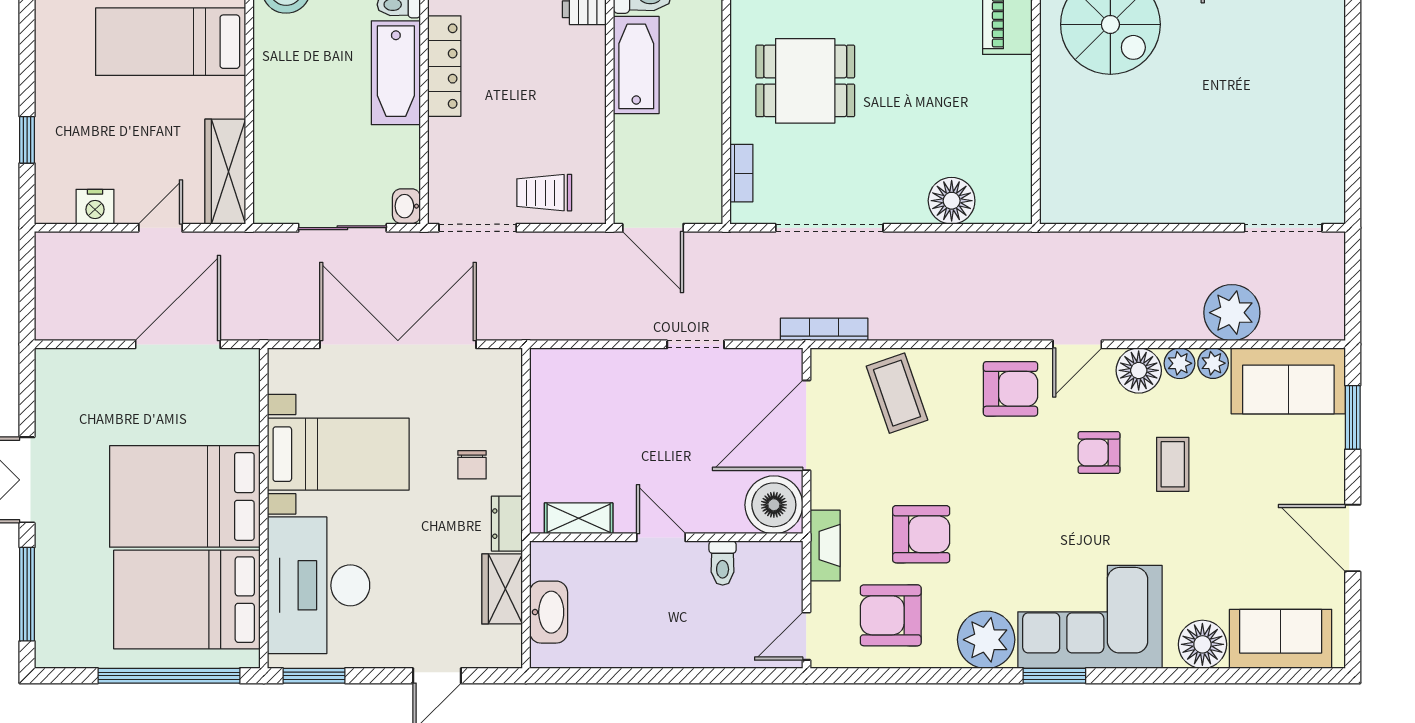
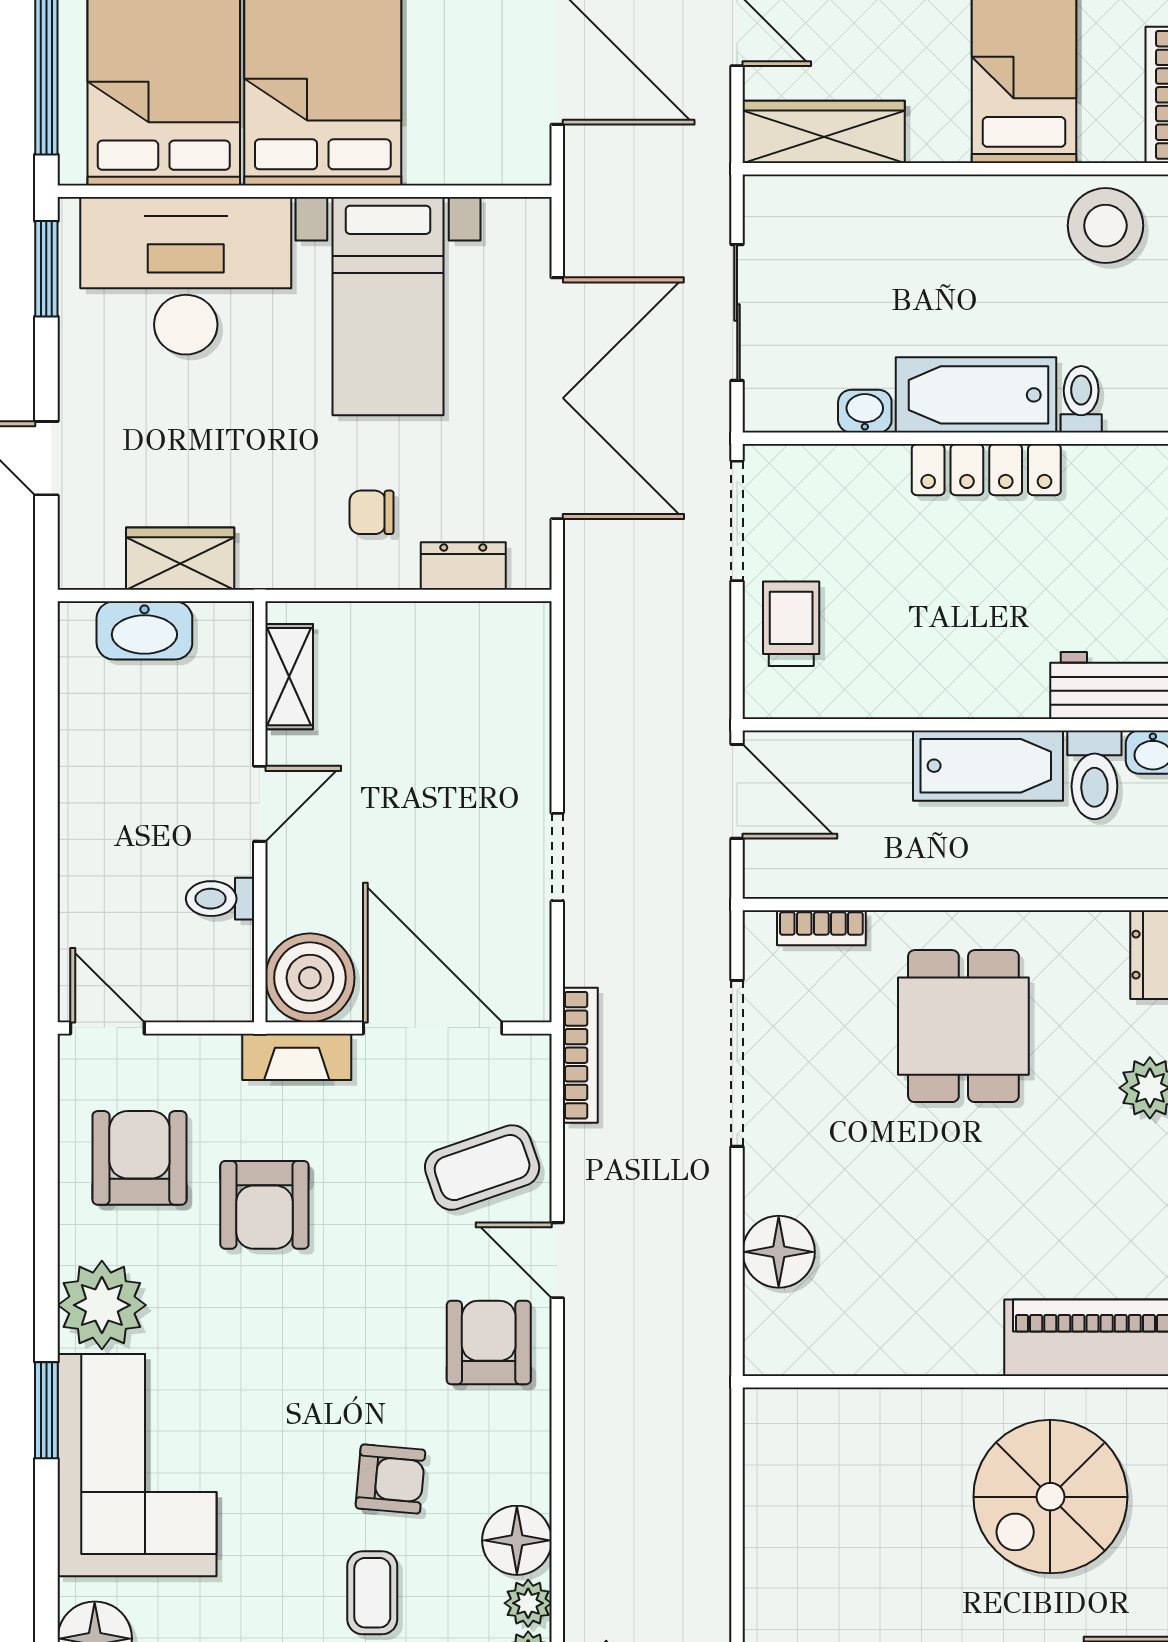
washbasin: (406, 206) -> (865, 411), moved
door: (653, 228) -> (737, 791), swing flipped
door: (1077, 344) -> (557, 1260), moved
armchair: (1010, 389) -> (489, 1343), turned 180
armchair: (1099, 453) -> (390, 1479), turned 95
coffee table: (1173, 464) -> (372, 1593), turned 90
dresser: (507, 524) -> (463, 566), moved
fireplace: (825, 546) -> (297, 1057), moved

